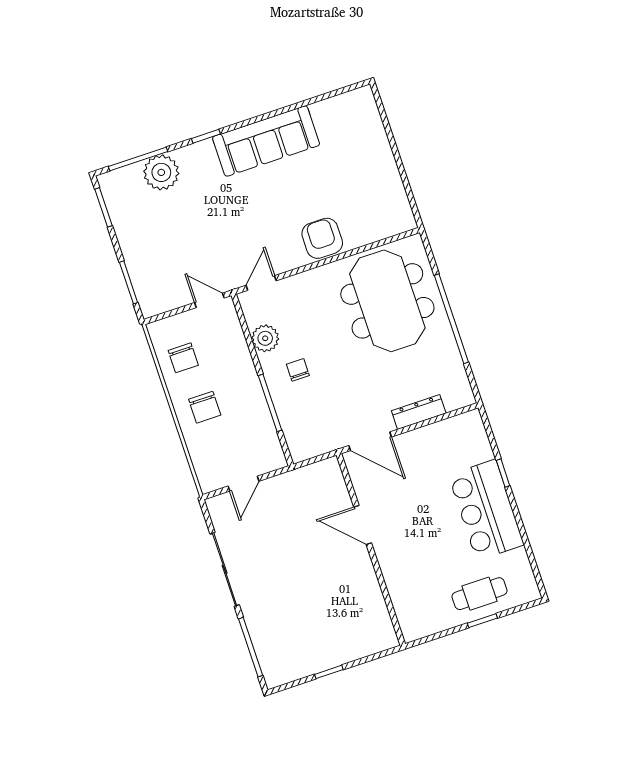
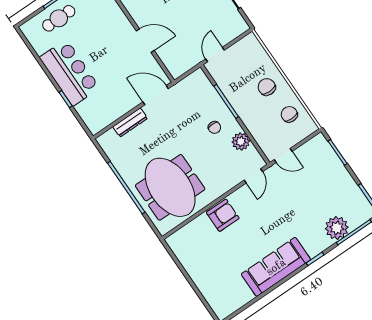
armchair: (322, 238) -> (223, 215), turned -90
door: (243, 484) -> (215, 55), moved

